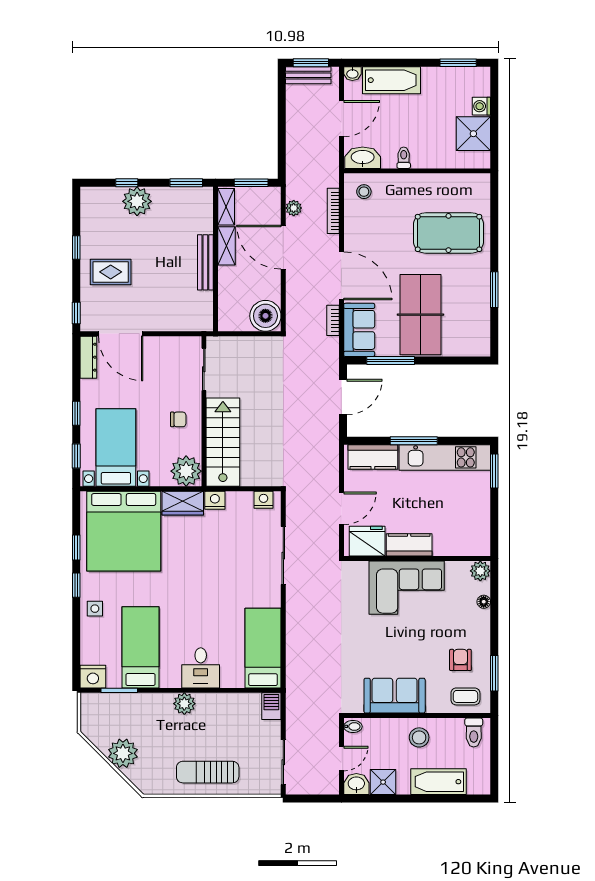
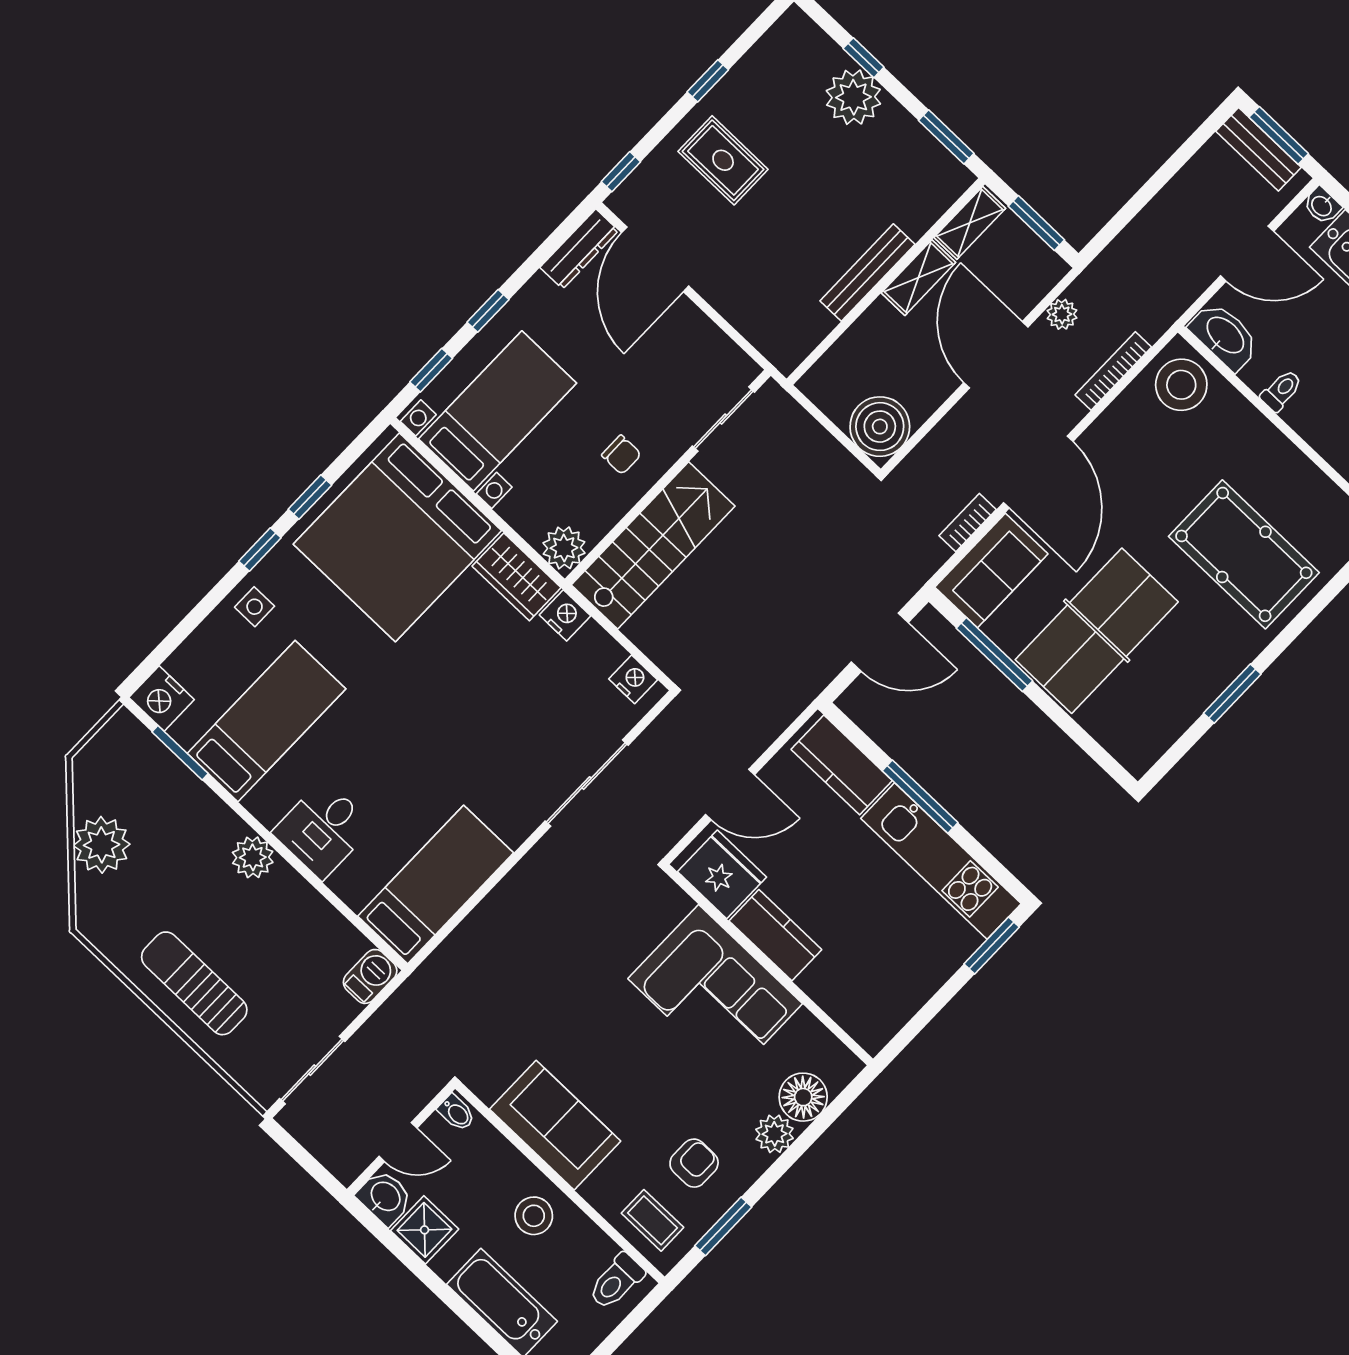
stool: (364, 192) -> (1181, 385), width x1.89, depth x1.89
plant: (186, 471) -> (564, 548), width x0.73, depth x0.73
plant: (480, 571) -> (774, 1134), moved
floor lamp: (484, 602) -> (803, 1097), width x1.89, depth x1.89

